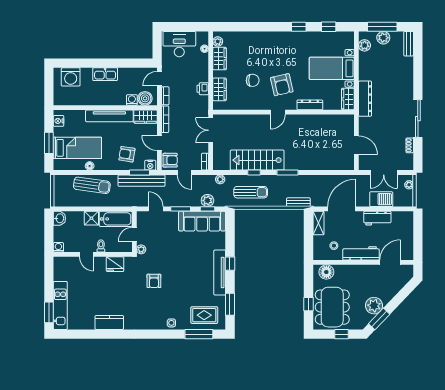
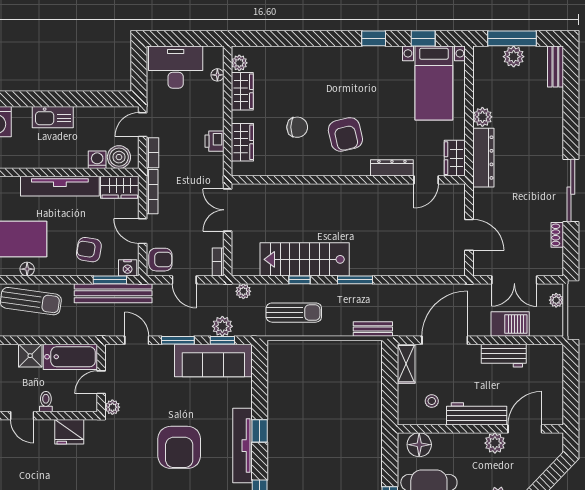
plant: (365, 45) -> (482, 117), moved
bed with nightstands: (332, 68) -> (434, 83), moved, turned -90
door: (278, 112) -> (426, 180), moved
plant: (372, 271) -> (495, 443), added
armchair: (154, 281) -> (179, 447), moved, width x1.88, depth x1.88

